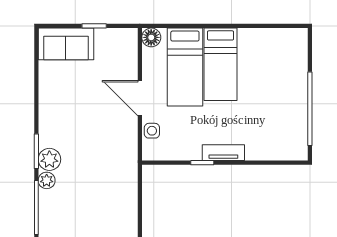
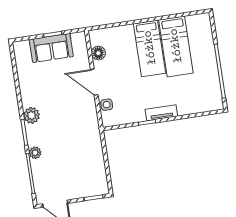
floor lamp: (151, 37) -> (98, 53), moved
sofa: (66, 44) -> (51, 48), moved
bed: (185, 67) -> (176, 46), moved
plant: (49, 159) -> (32, 115), moved

